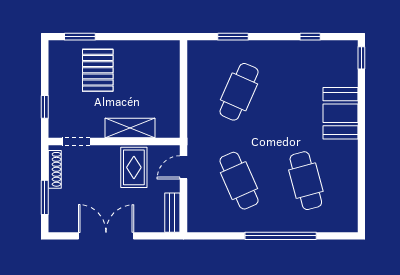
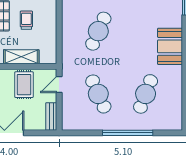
trolley: (137, 76) -> (26, 20), added
cafe table: (306, 181) -> (146, 94), turned 36

